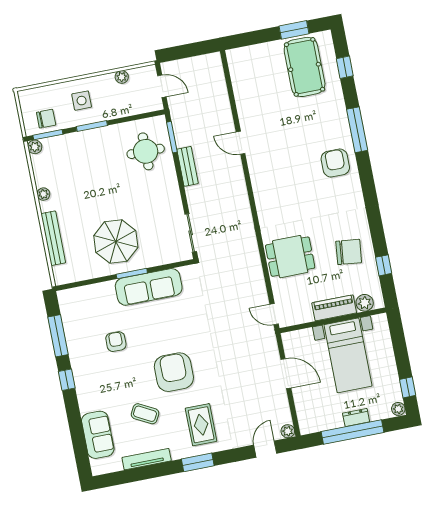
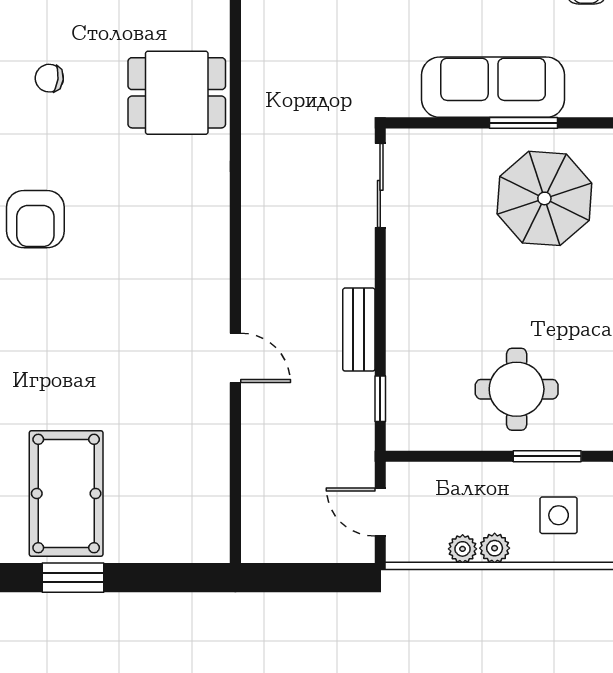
plant: (107, 80) -> (495, 548), added
window: (172, 137) -> (380, 399), width x0.67
round table: (146, 151) -> (517, 389), moved
armchair: (335, 163) -> (35, 219), moved
chair: (349, 252) -> (49, 78), width x0.54, depth x0.54

